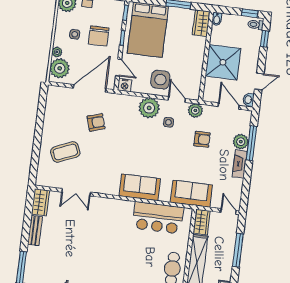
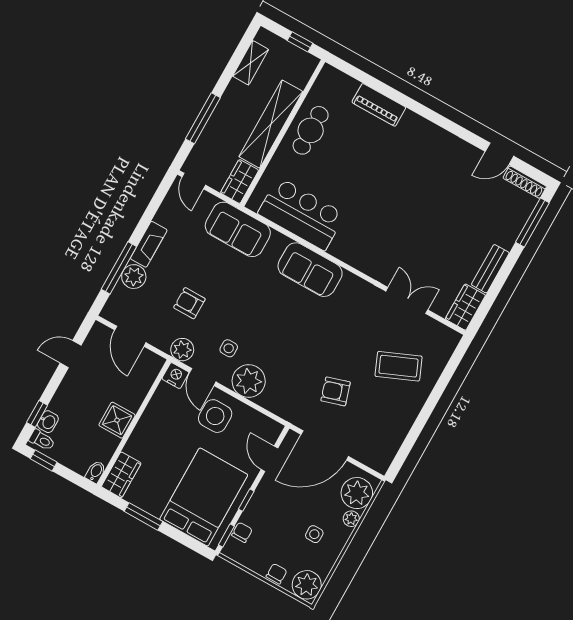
chair: (99, 36) -> (242, 532), moved, width x0.54, depth x0.54
shower: (223, 62) -> (117, 420), width x0.54, depth x0.54
nightstand: (125, 85) -> (175, 376), moved
washbasin: (249, 100) -> (48, 422), moved

